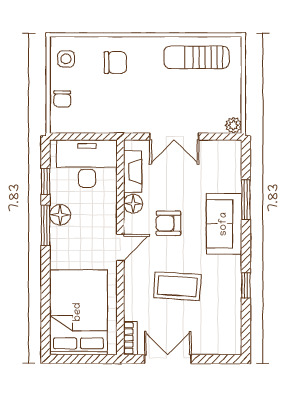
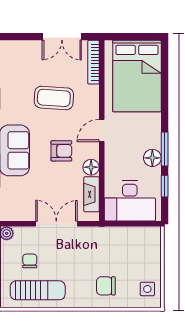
chair: (62, 99) -> (30, 261), moved
bookcase: (130, 338) -> (93, 62), width x1.56

